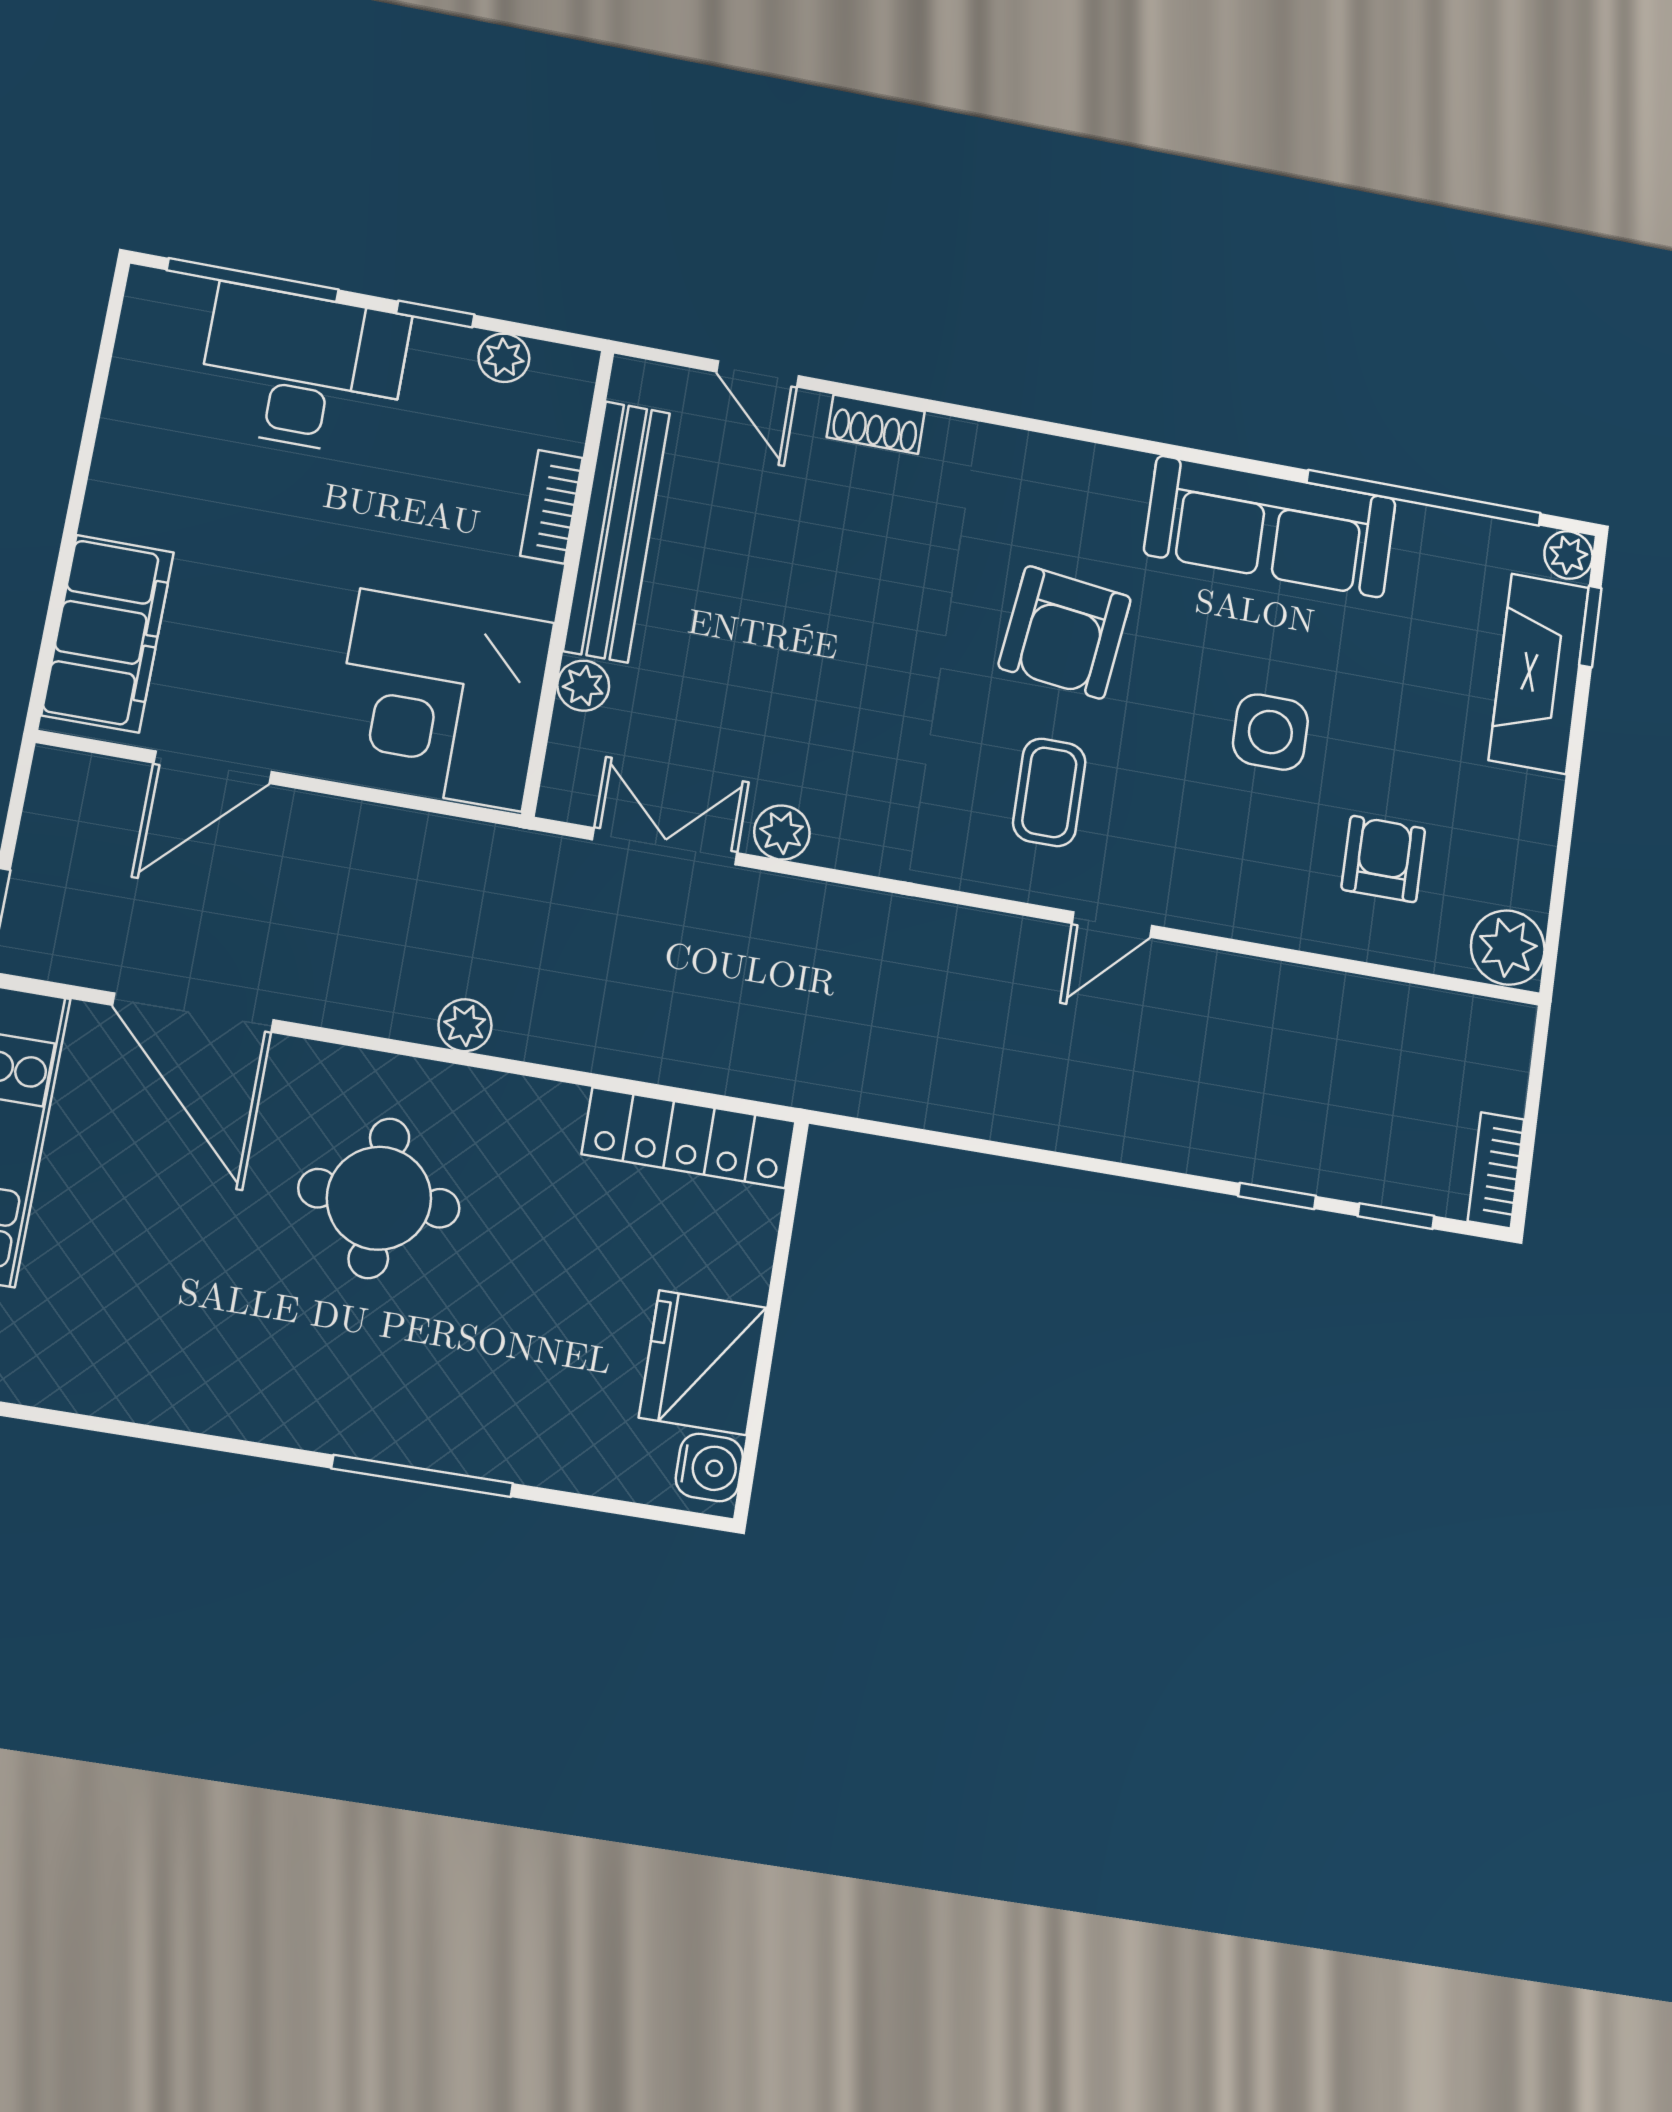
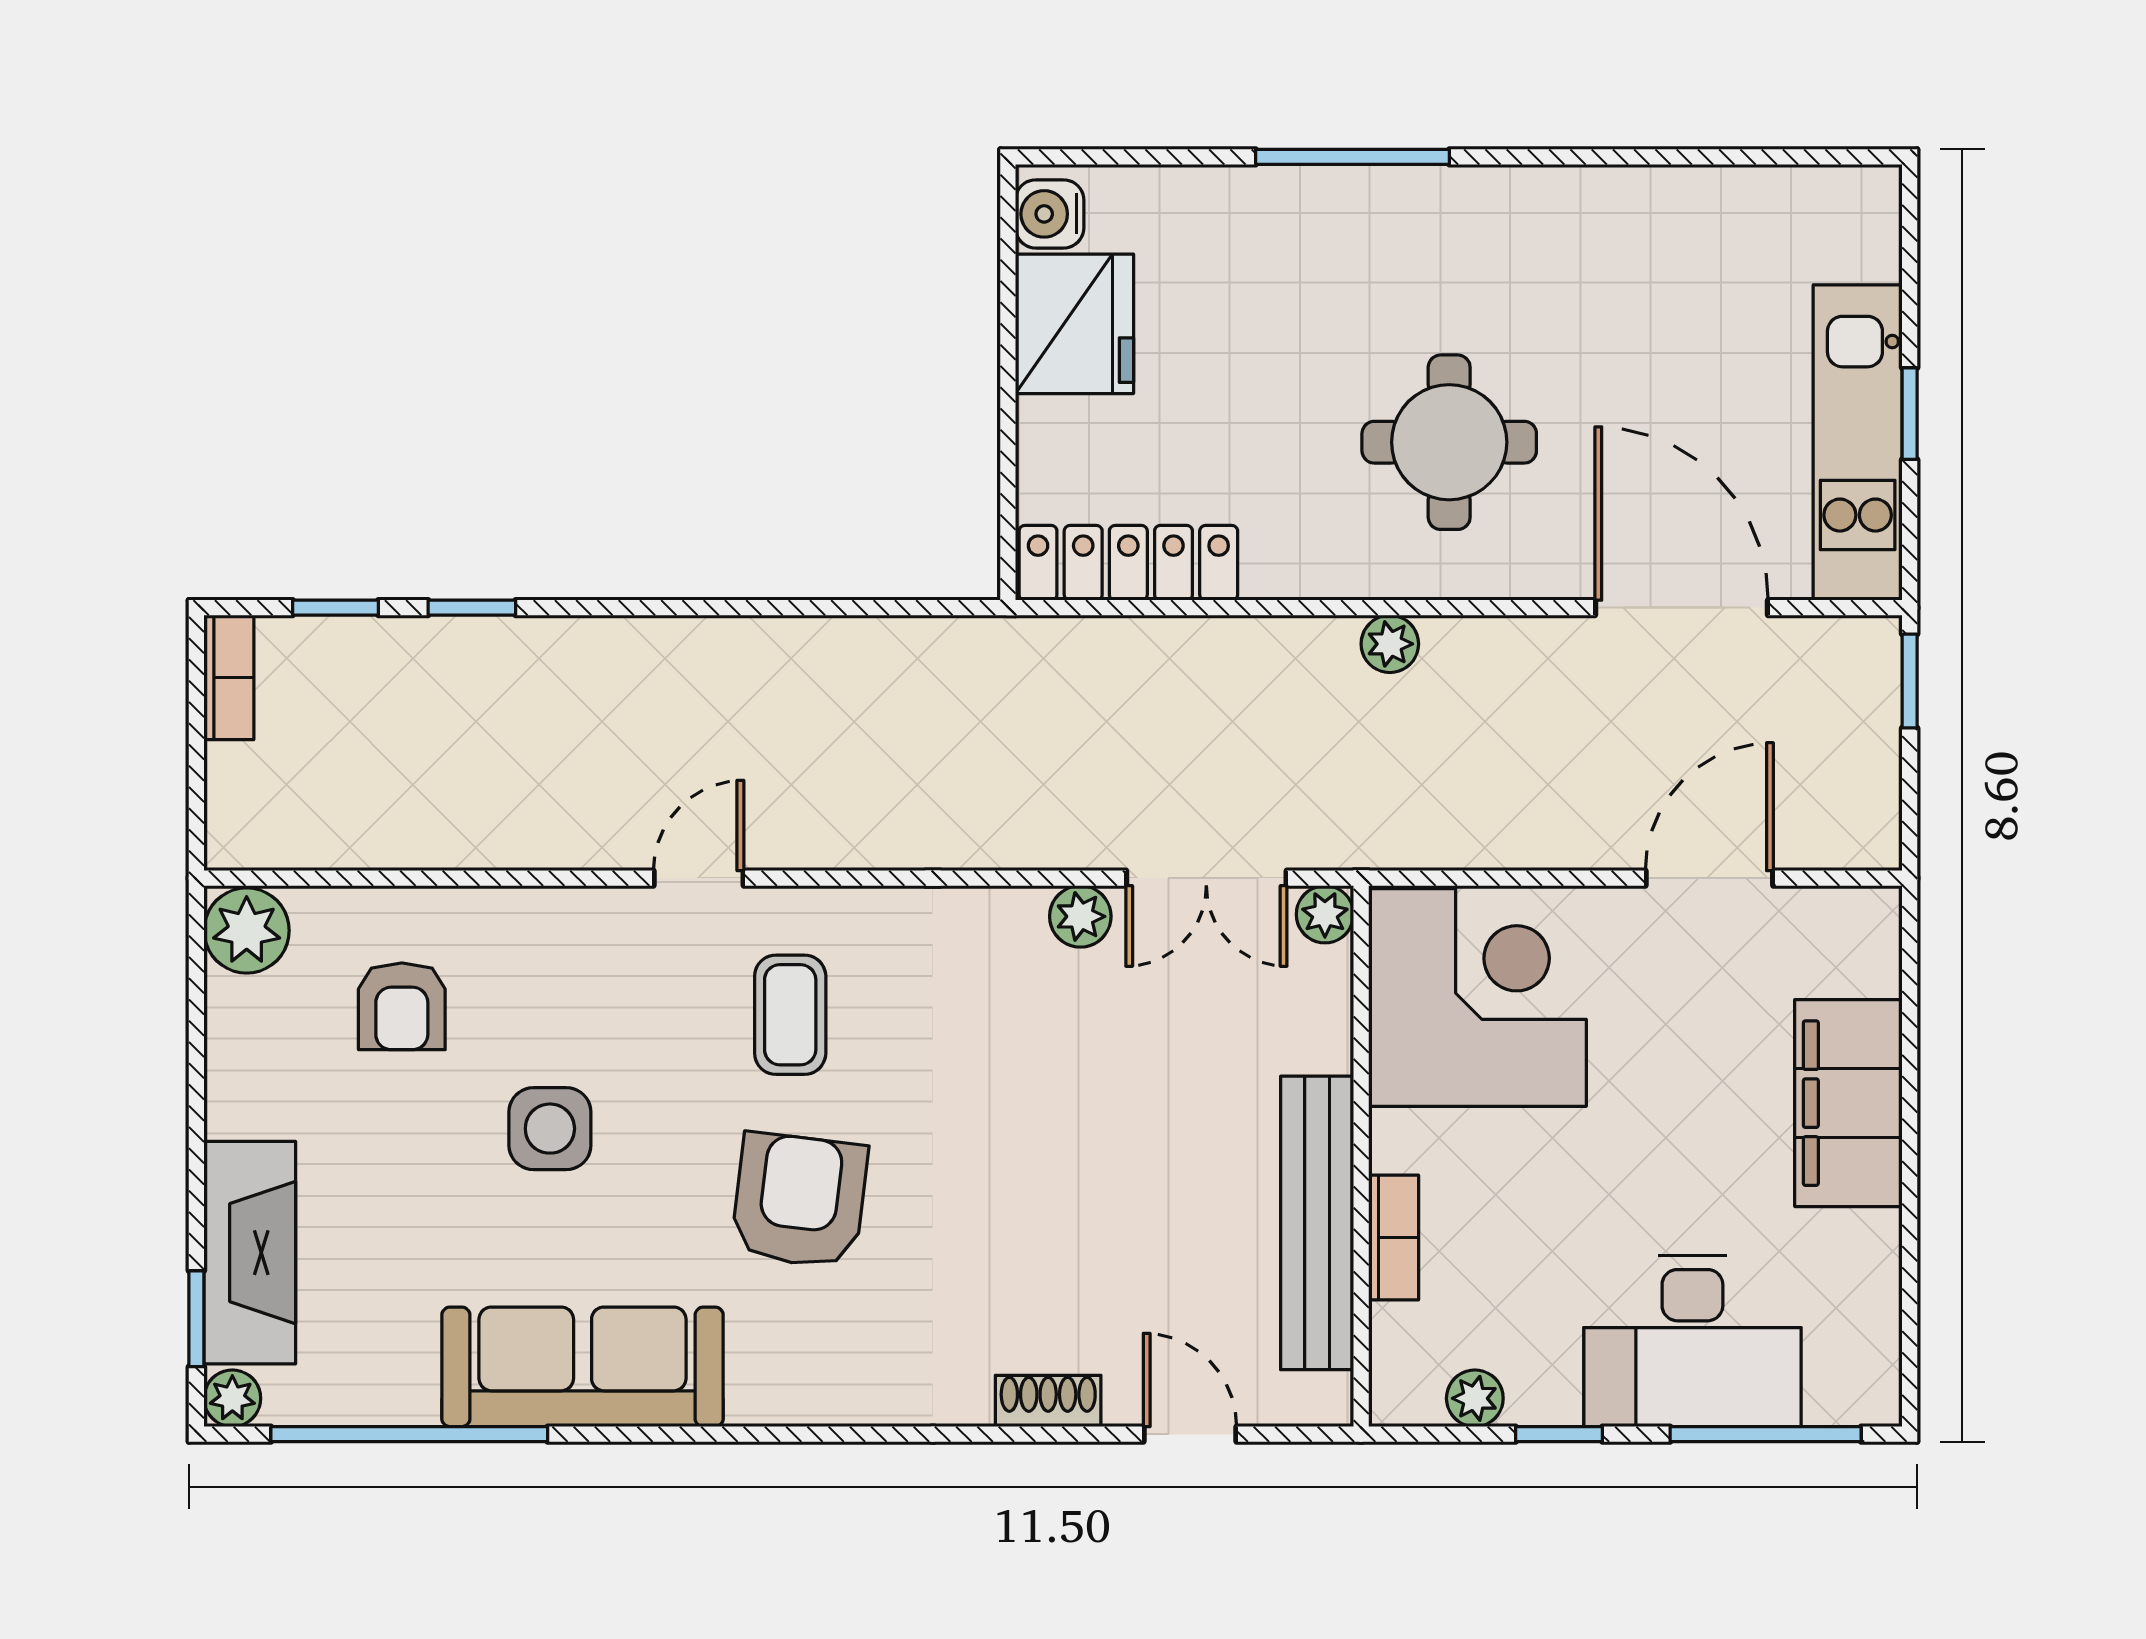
filing cabinet: (108, 634) -> (1848, 1103), moved
plant: (583, 686) -> (1325, 914), moved

